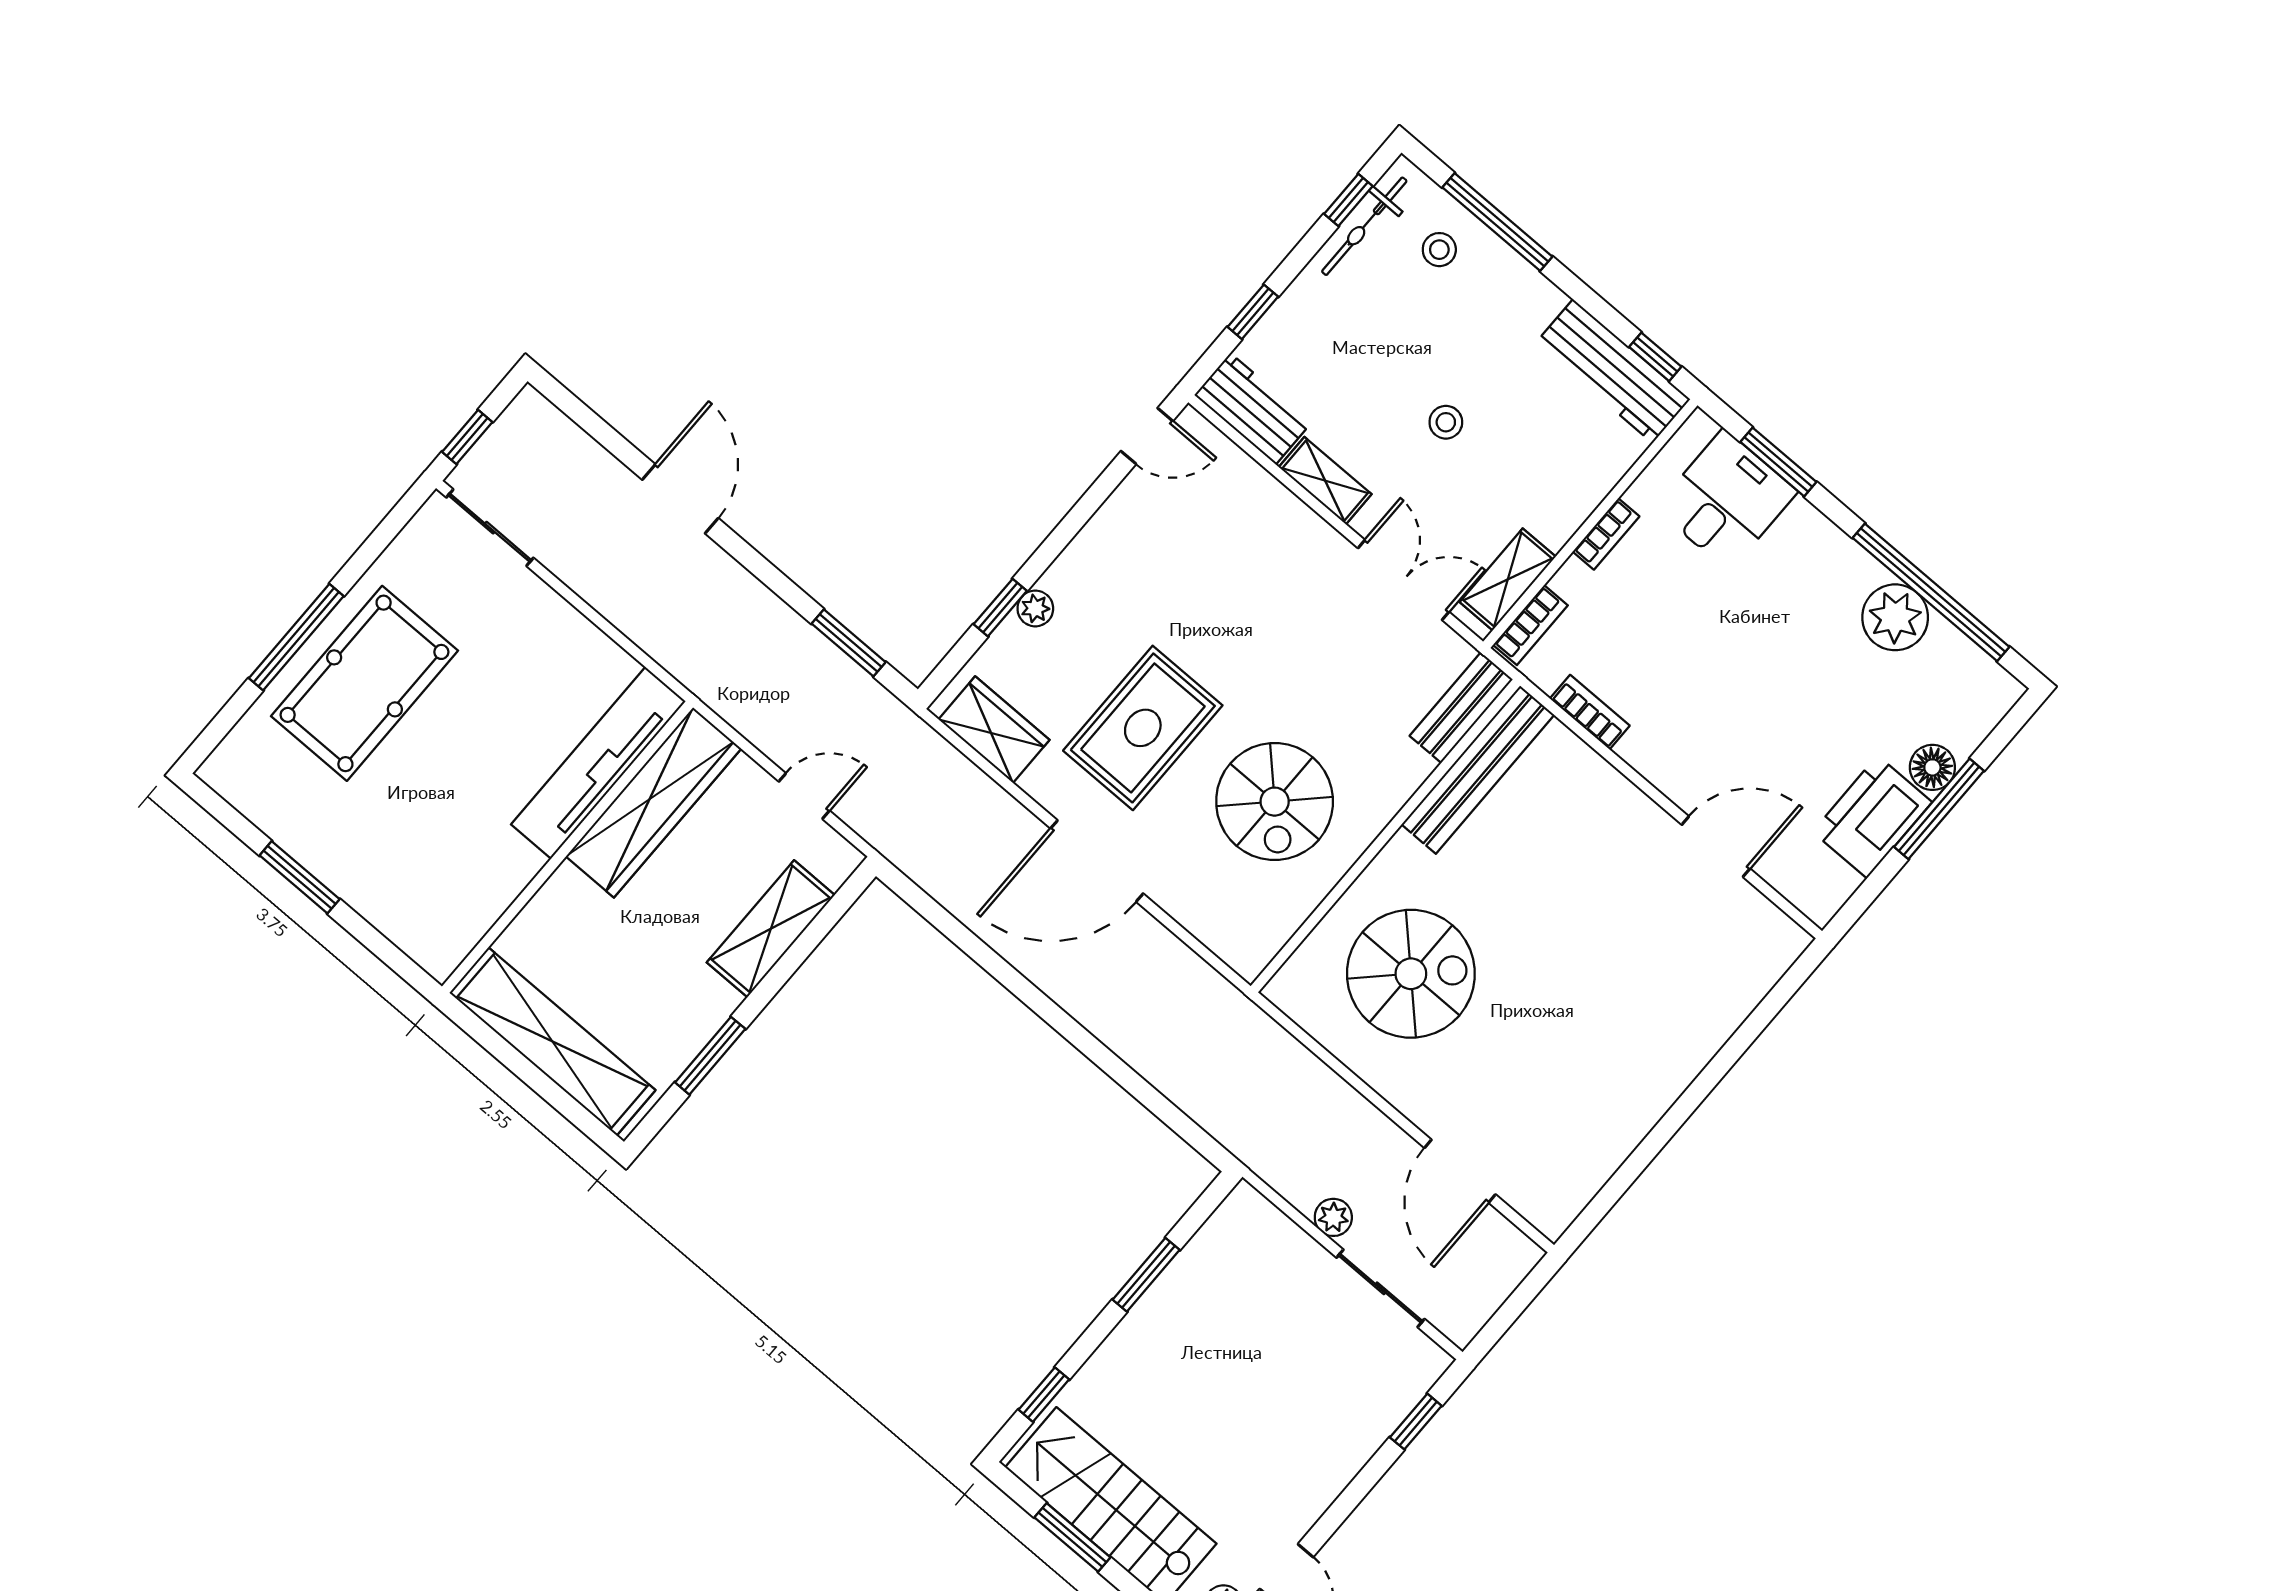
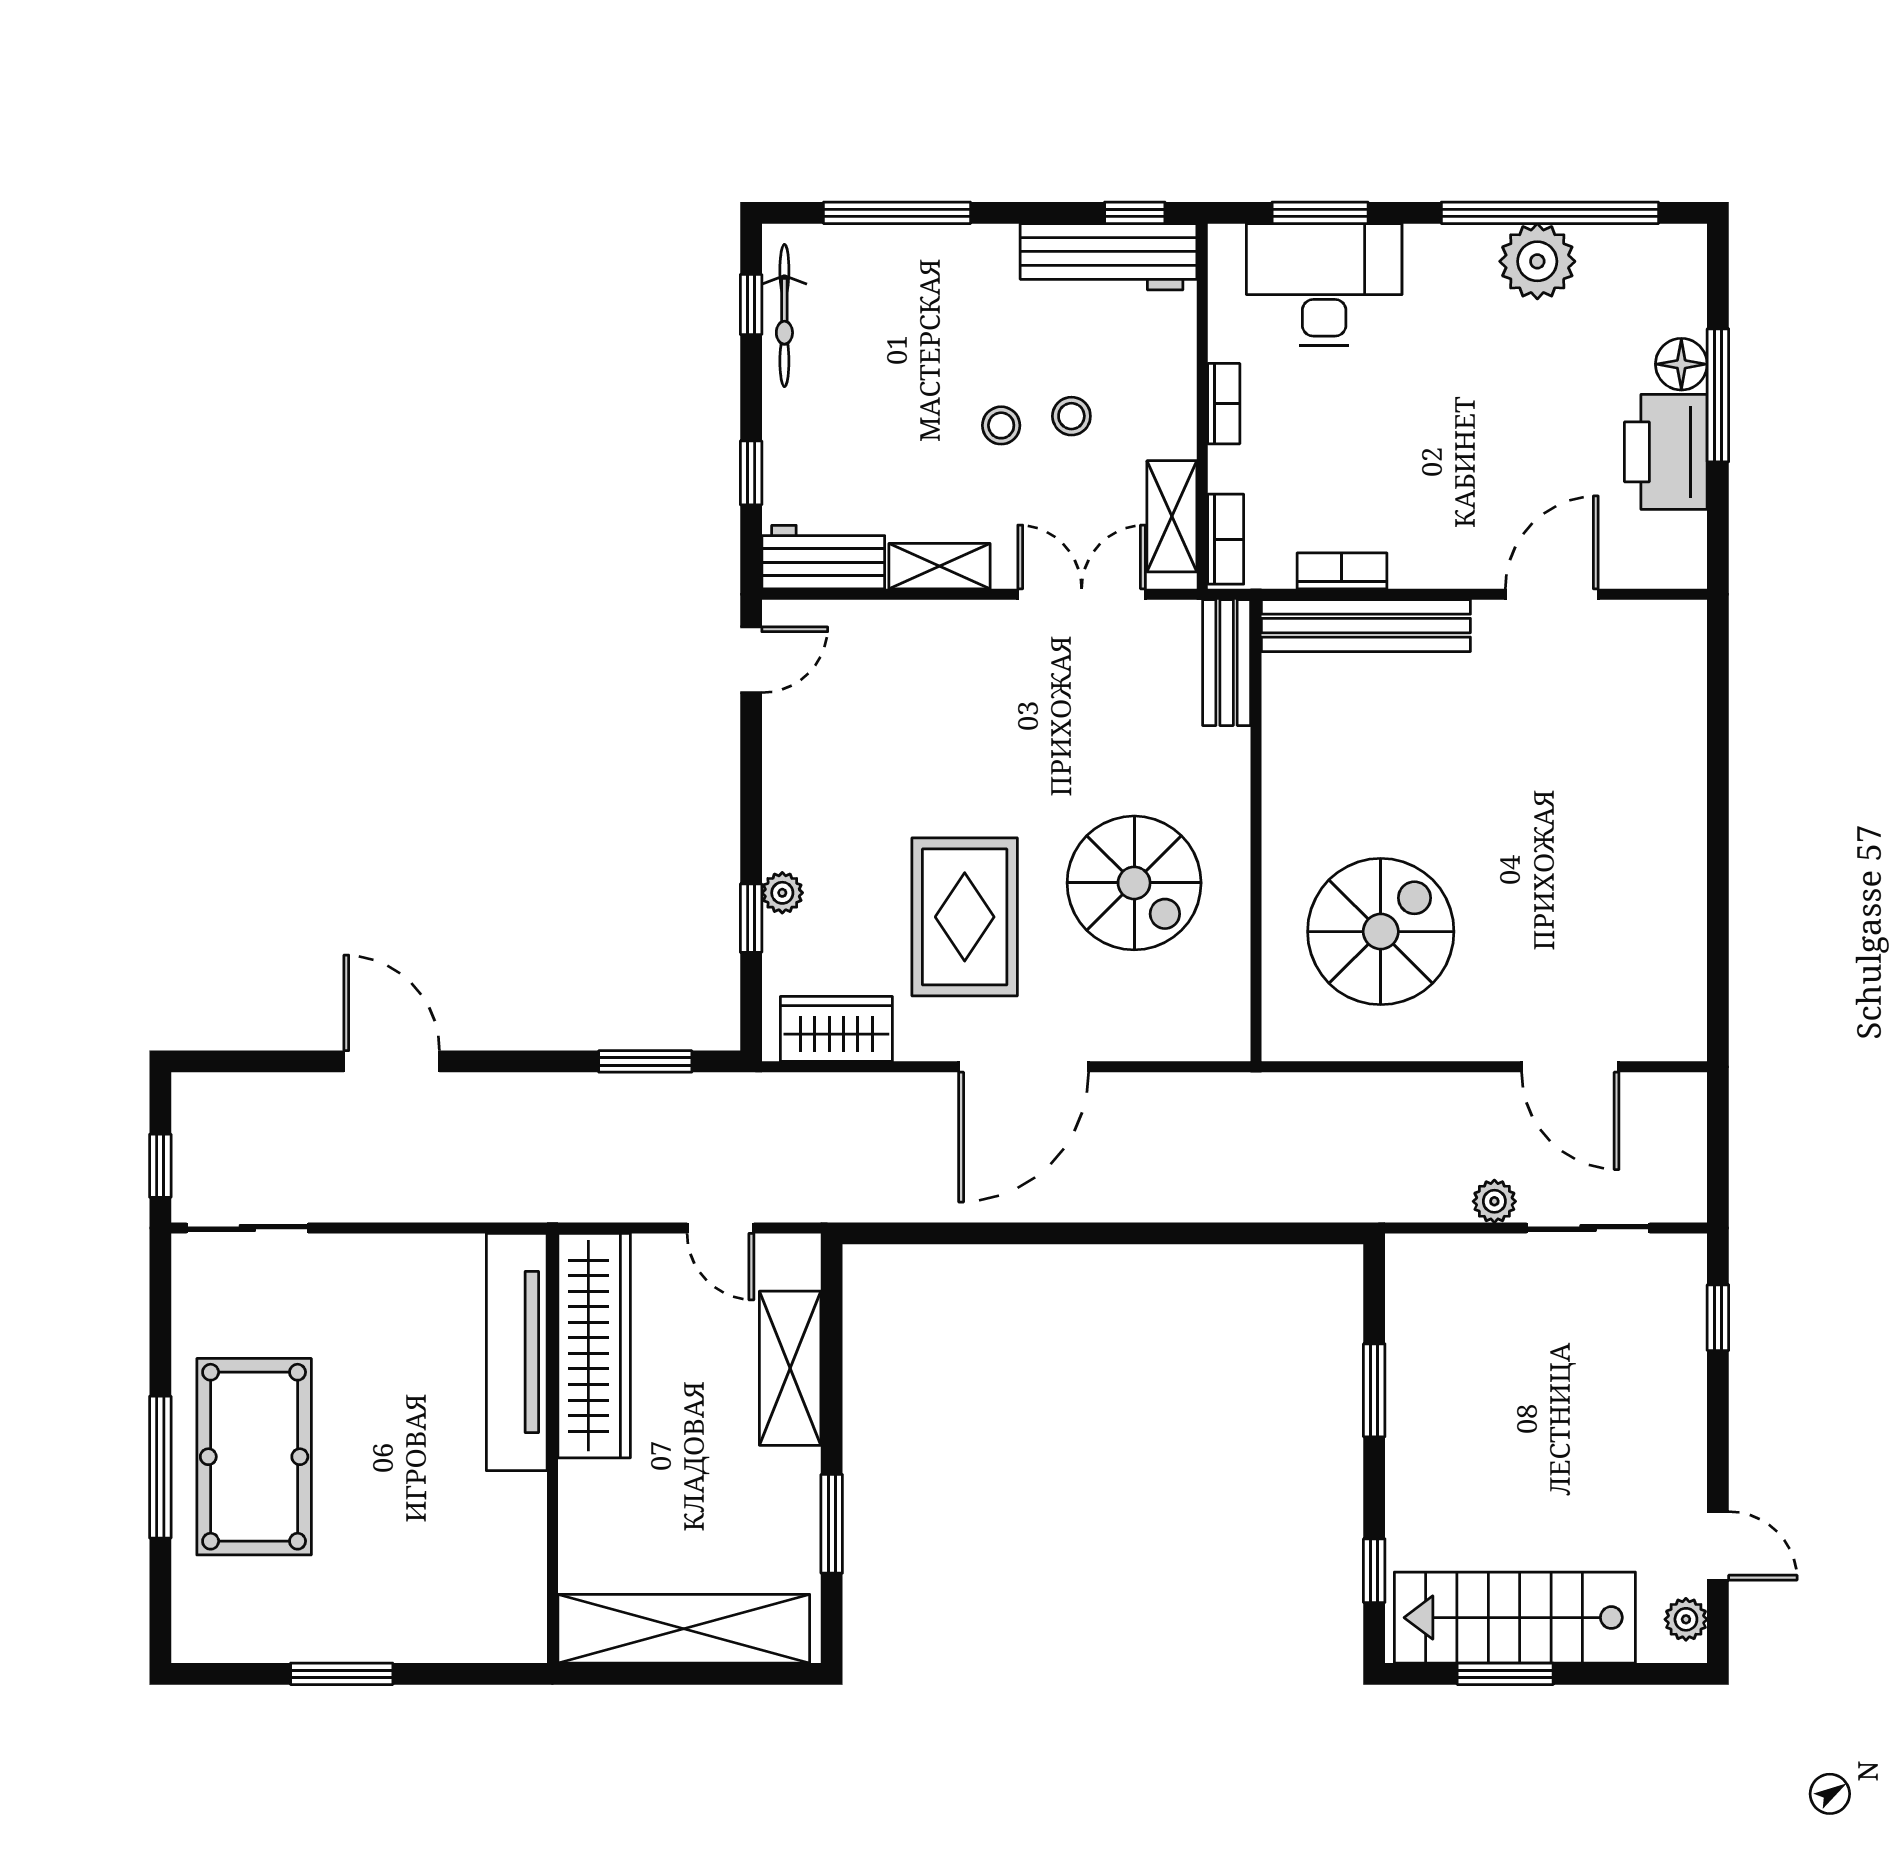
stool: (1439, 250) -> (1071, 416), moved
desk: (1726, 500) -> (1324, 285), width x1.37
bench: (1478, 770) -> (1366, 626), moved, turned 90
door: (804, 796) -> (720, 1228), swing flipped

